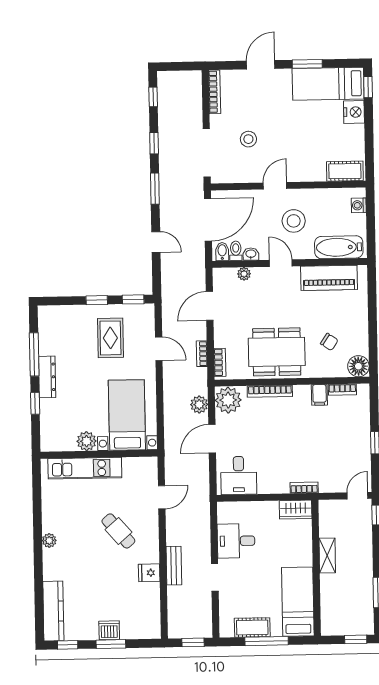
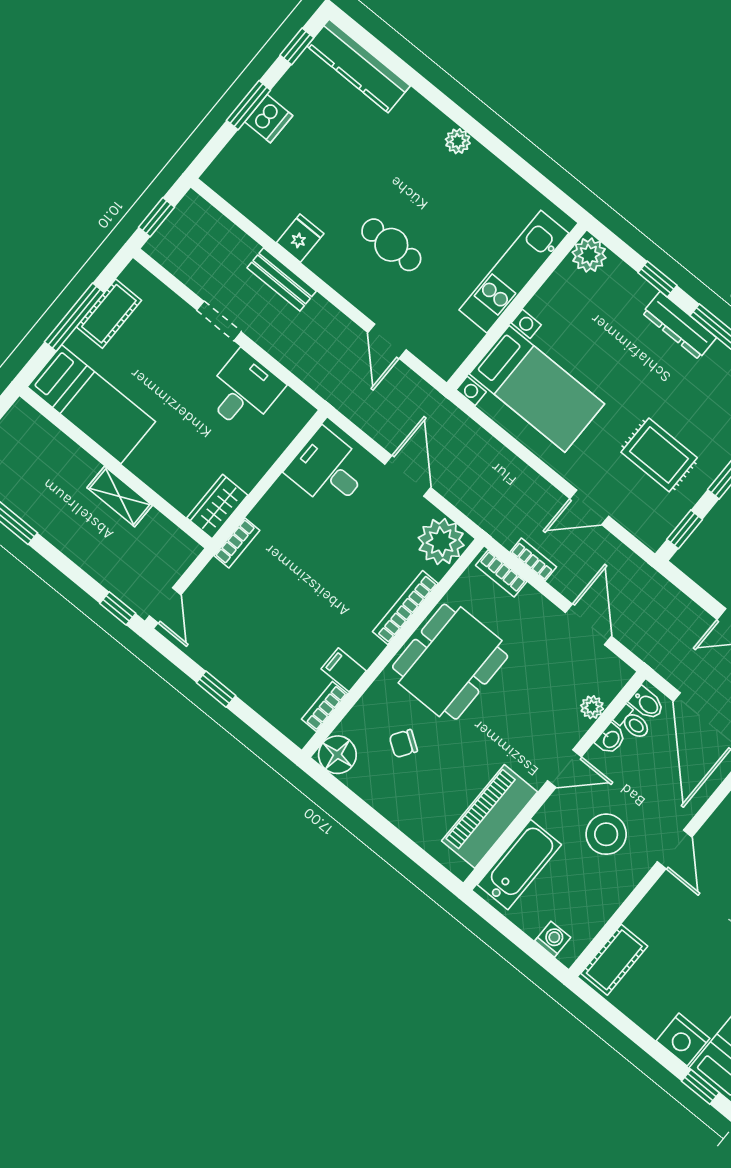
plant: (199, 405) -> (468, 498), removed
plant: (87, 441) -> (589, 255), moved
cafe table: (118, 531) -> (391, 245), turned 40

